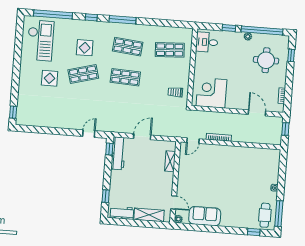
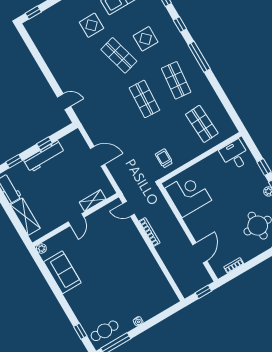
window: (109, 149) -> (44, 143), moved
workbench: (118, 153) -> (44, 156), moved
door: (174, 202) -> (76, 220), moved

